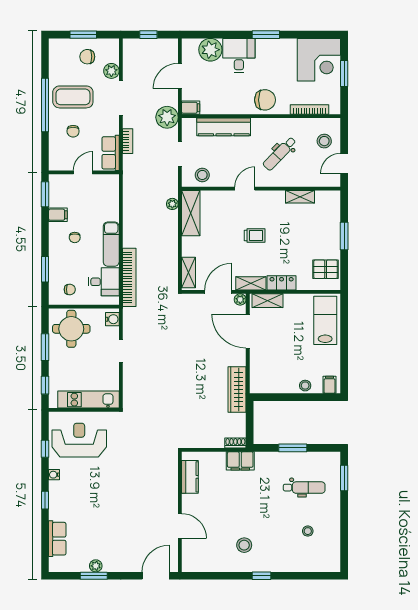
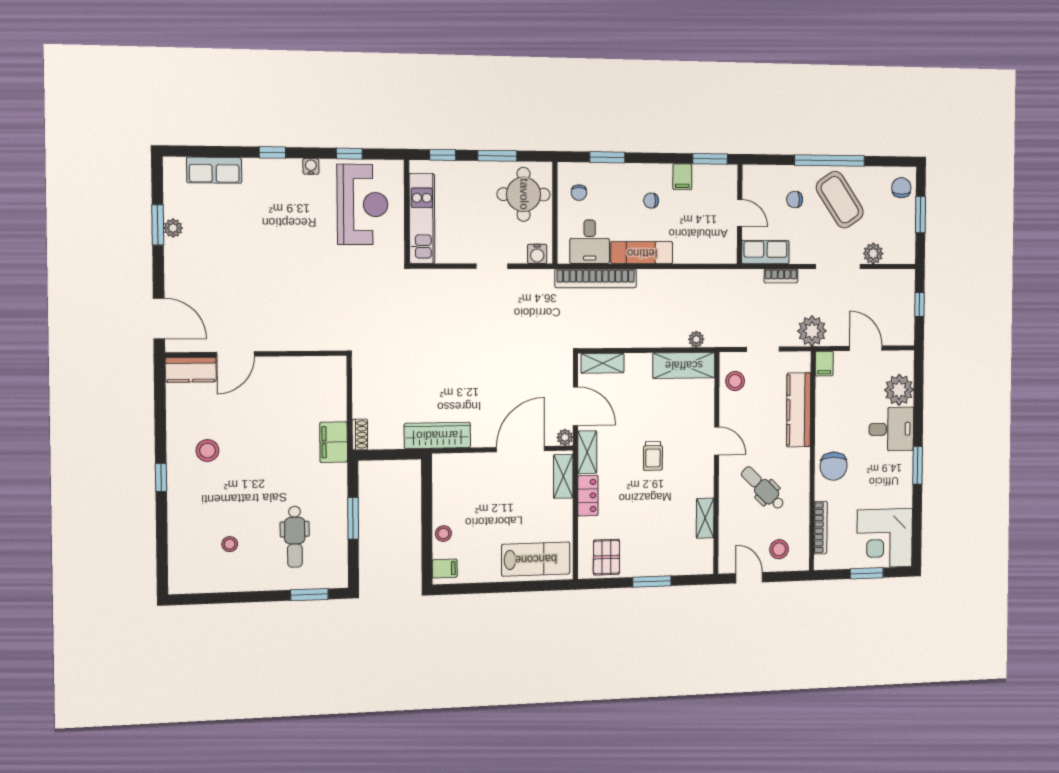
chair: (87, 57) -> (901, 188), moved
coffee table: (73, 97) -> (840, 200), turned -34
kitchen counter: (190, 477) -> (191, 370), moved

